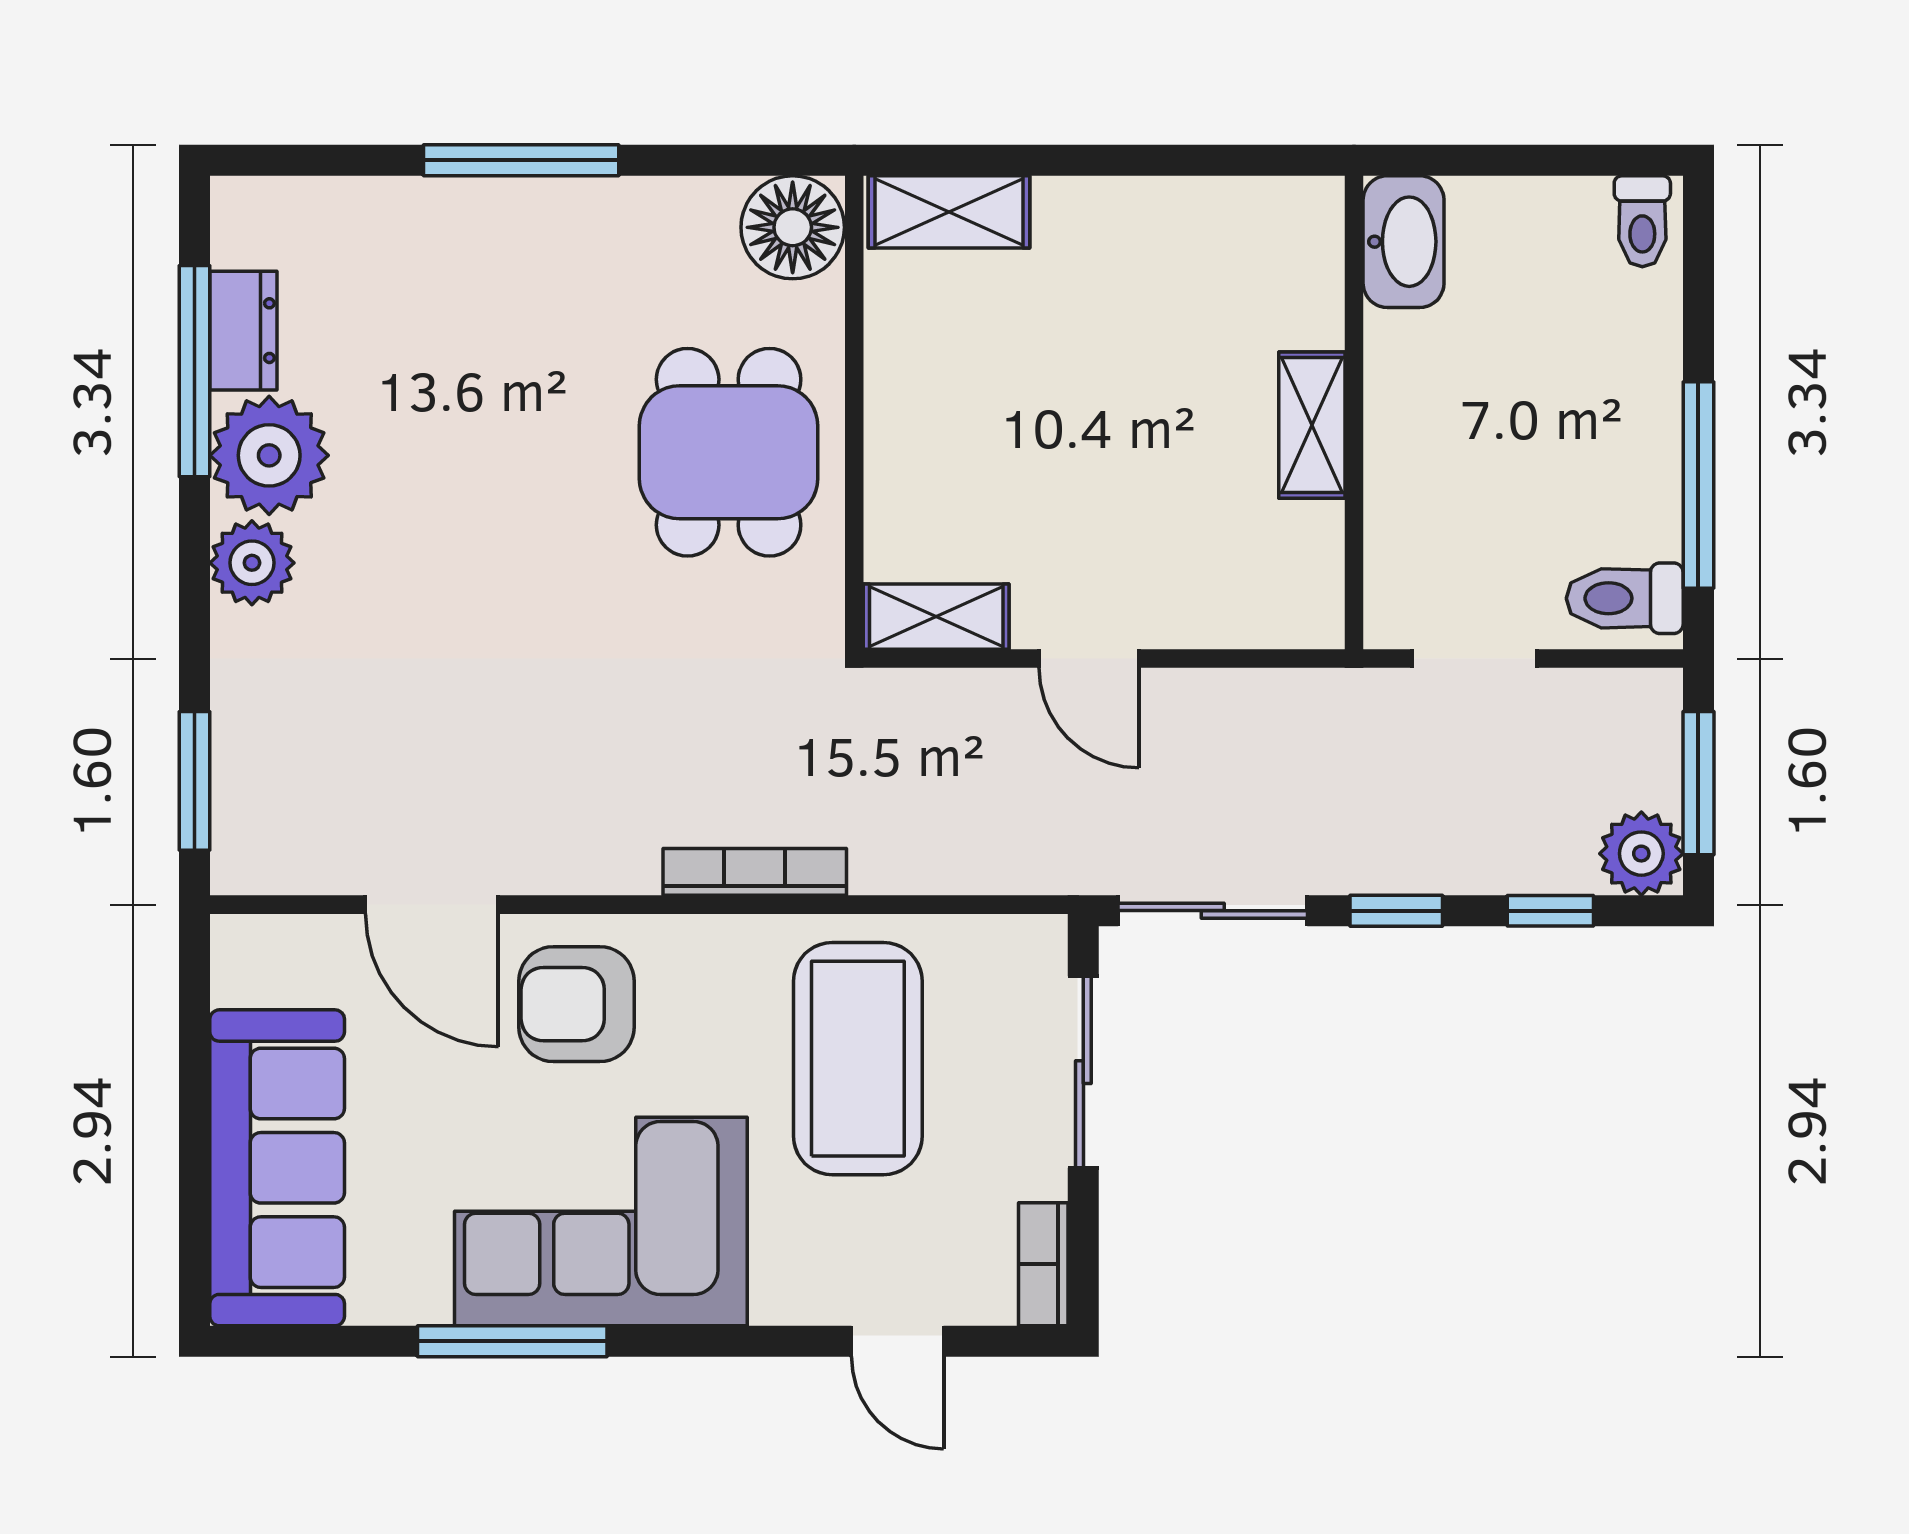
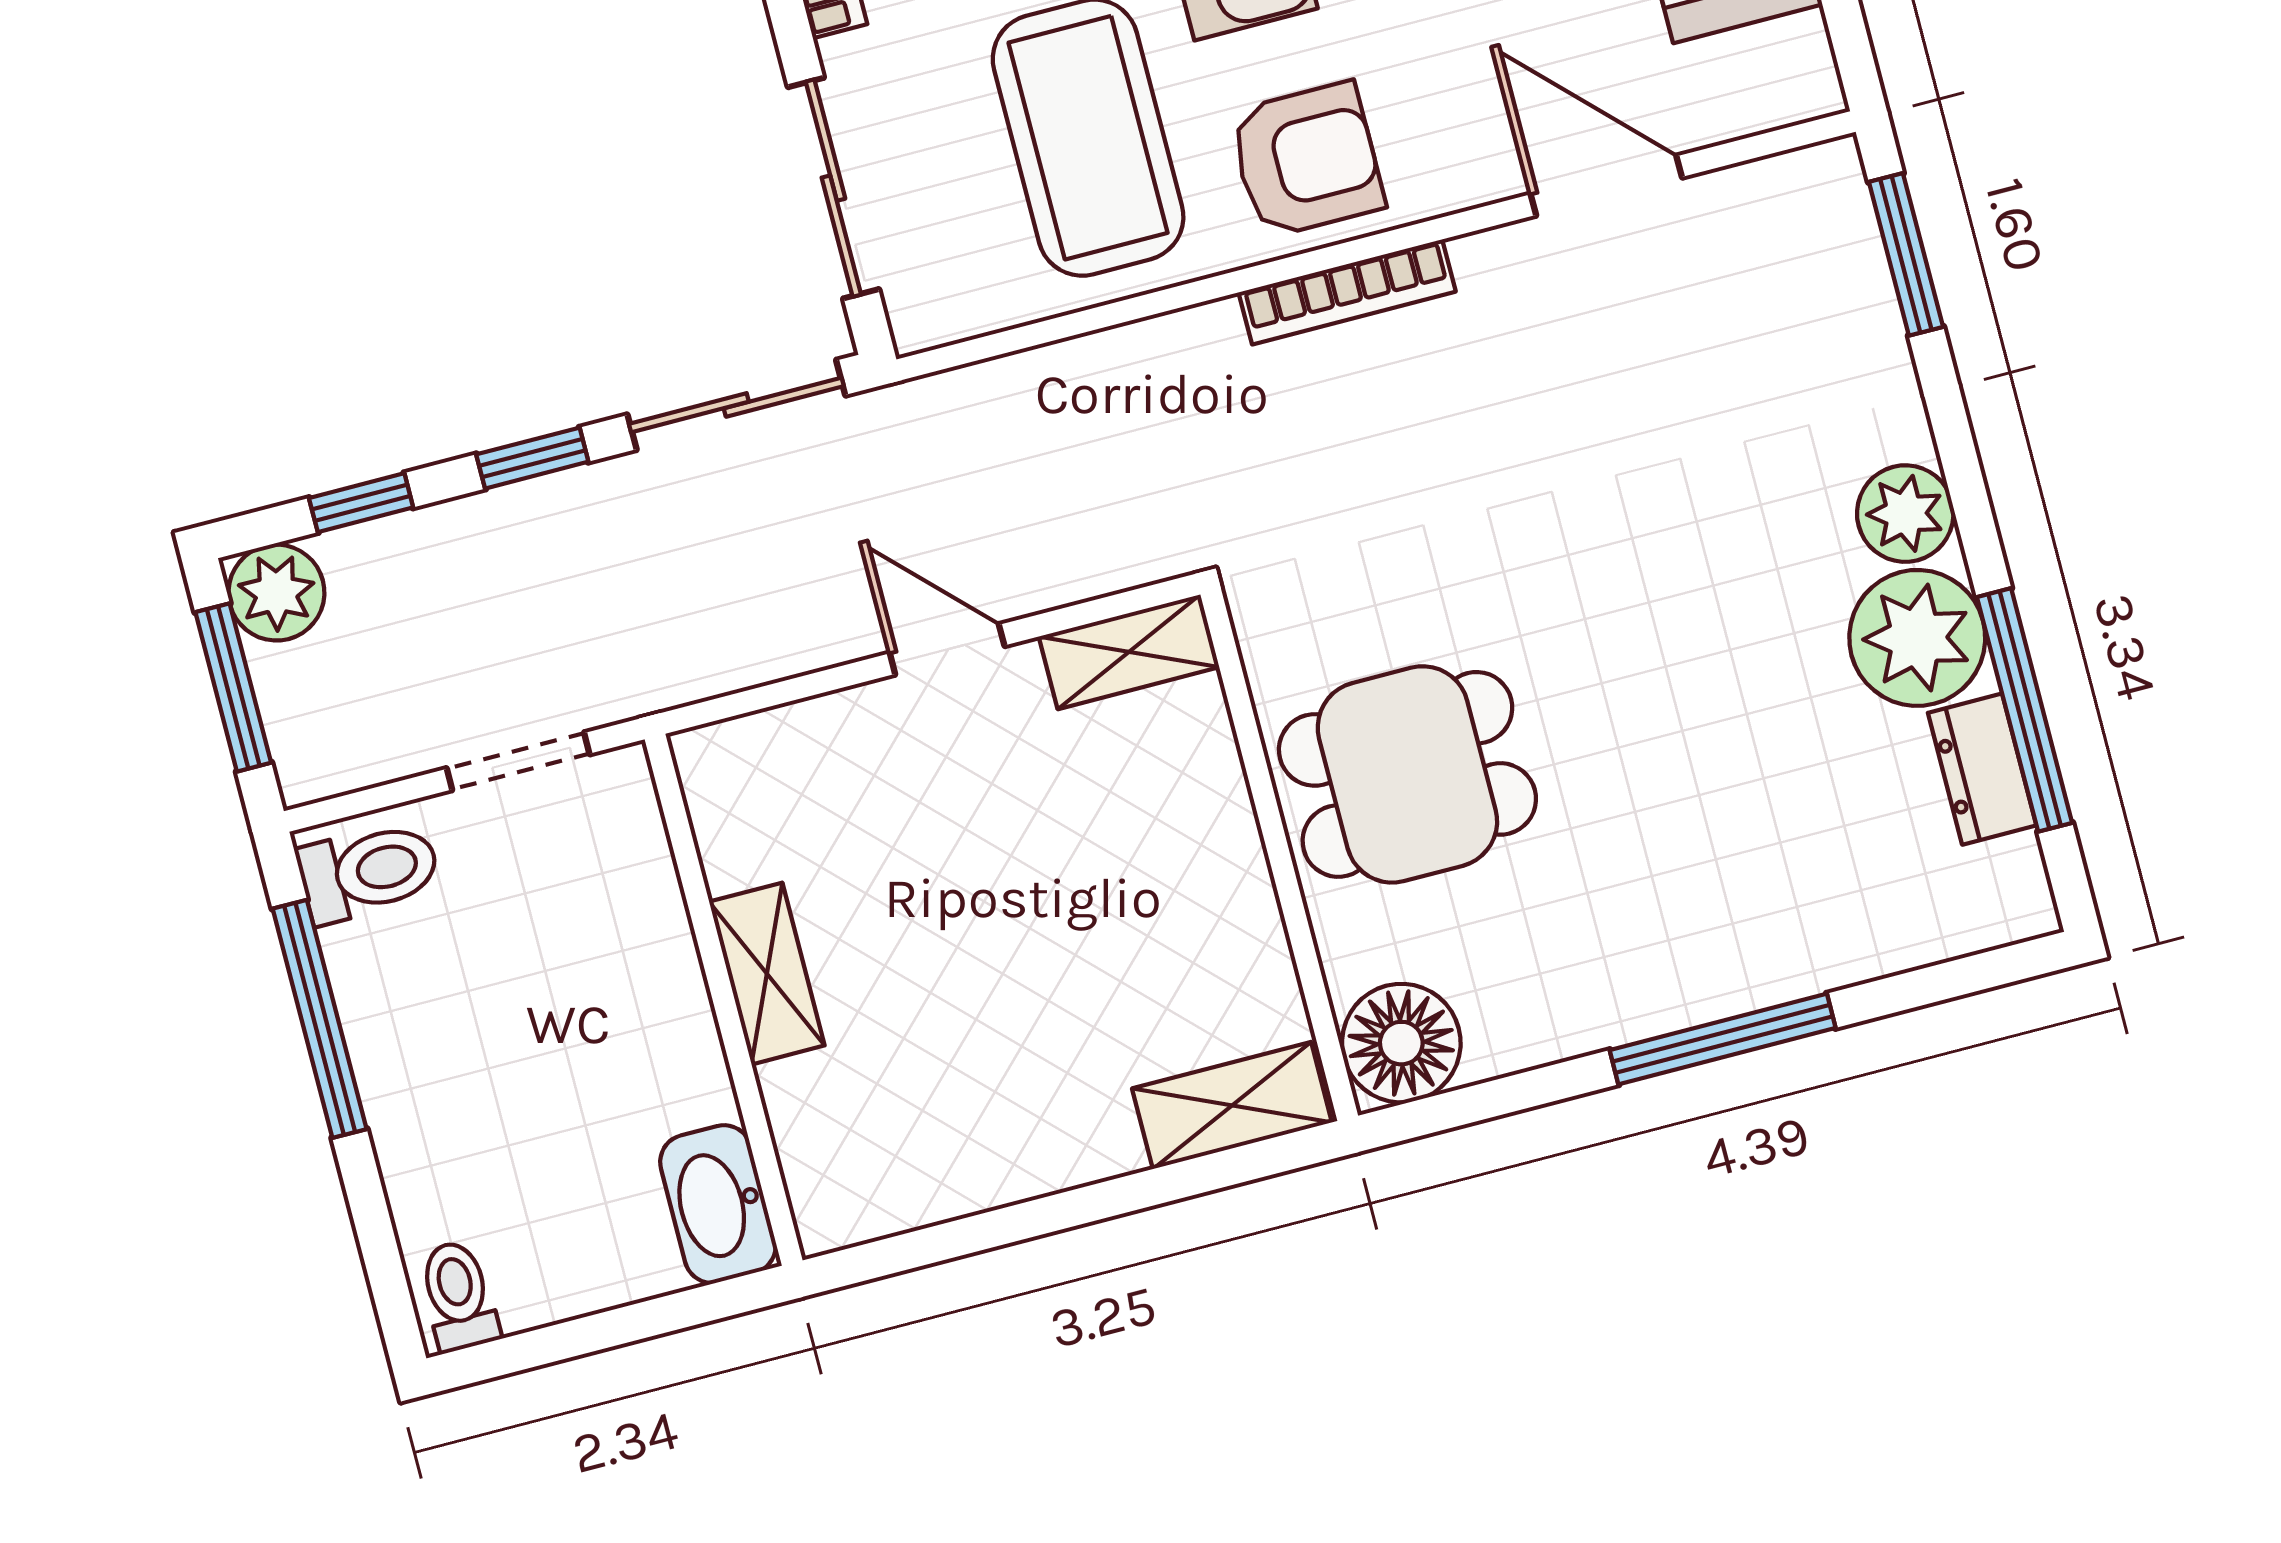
dining table: (729, 452) -> (1407, 774), turned 90
bookcase: (755, 872) -> (1347, 292), moved
armchair: (577, 1004) -> (1307, 160), moved

